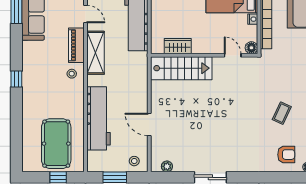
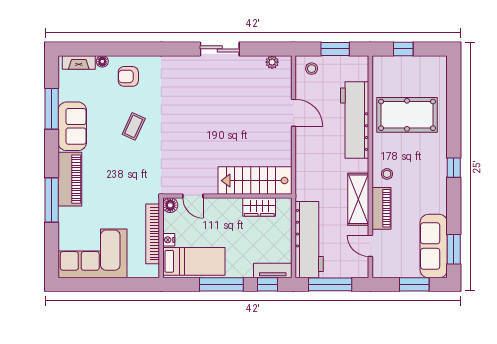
pool table: (56, 144) -> (407, 115), moved, turned 90

